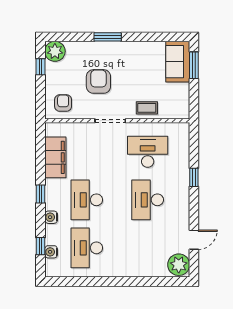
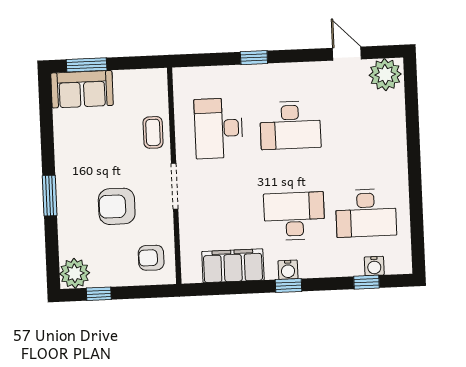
desk: (87, 200) -> (294, 216), turned 180
water cooler: (51, 217) -> (288, 270), moved

